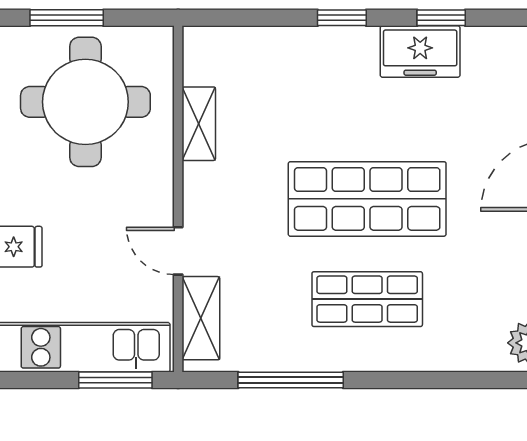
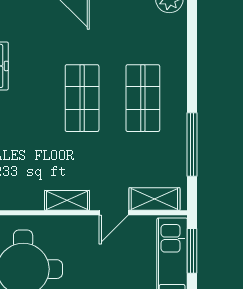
shelving: (199, 124) -> (67, 200), moved
shop shelf: (367, 199) -> (82, 98), width x0.70, depth x0.74

